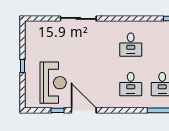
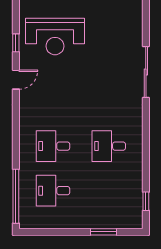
door: (84, 110) -> (16, 80), width x0.53

